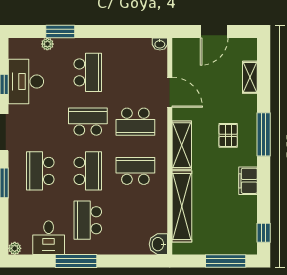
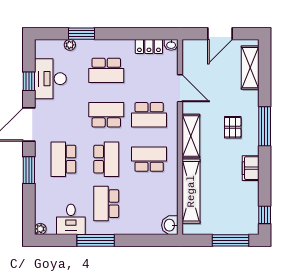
locker: (135, 46) -> (149, 47), added
school desk: (88, 72) -> (106, 70), turned 90
shelving: (250, 77) -> (250, 68), width x1.50, depth x1.33

